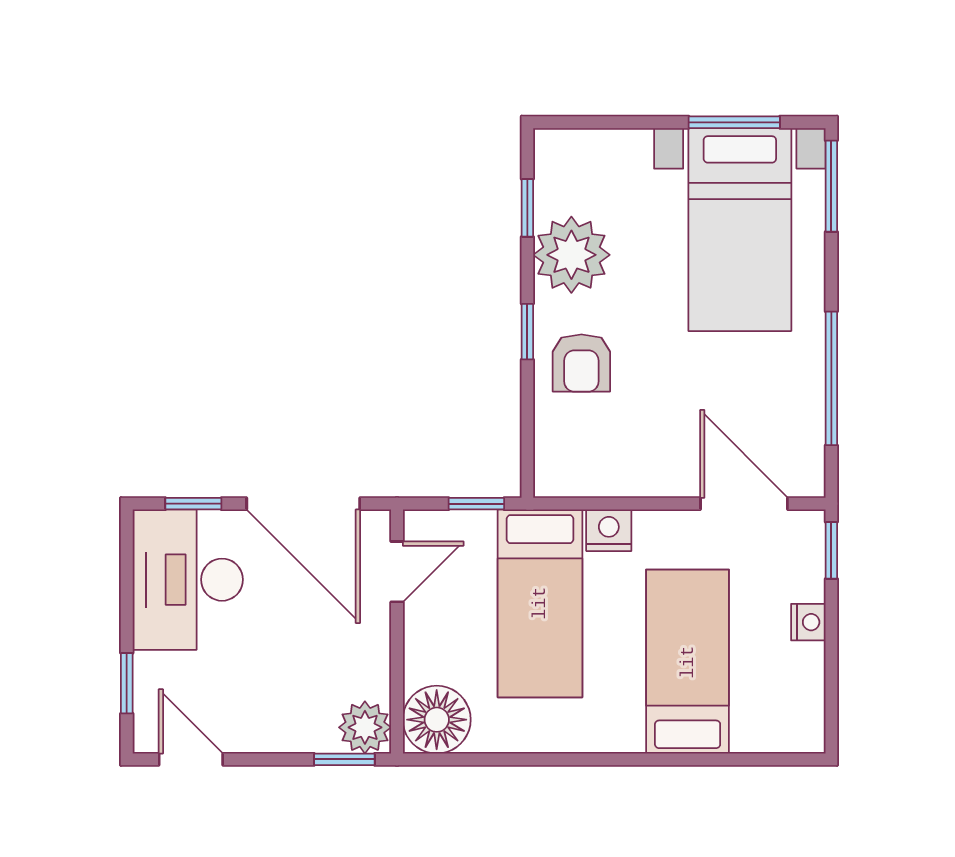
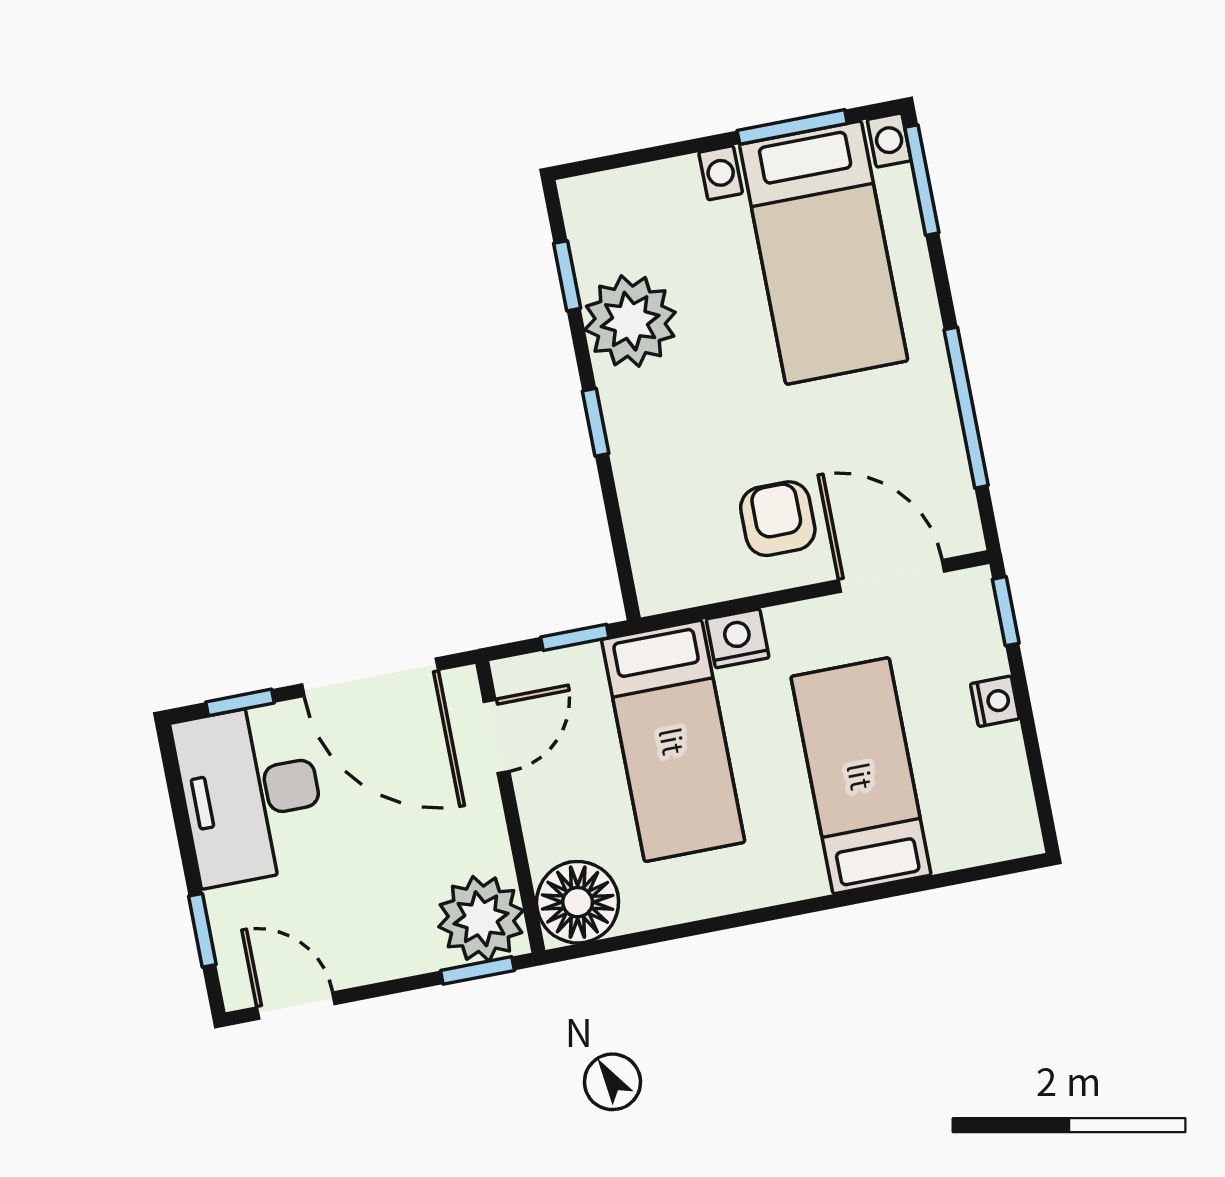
armchair: (581, 363) -> (778, 519), moved, turned 180
plant: (365, 727) -> (481, 919), width x1.36, depth x1.36

